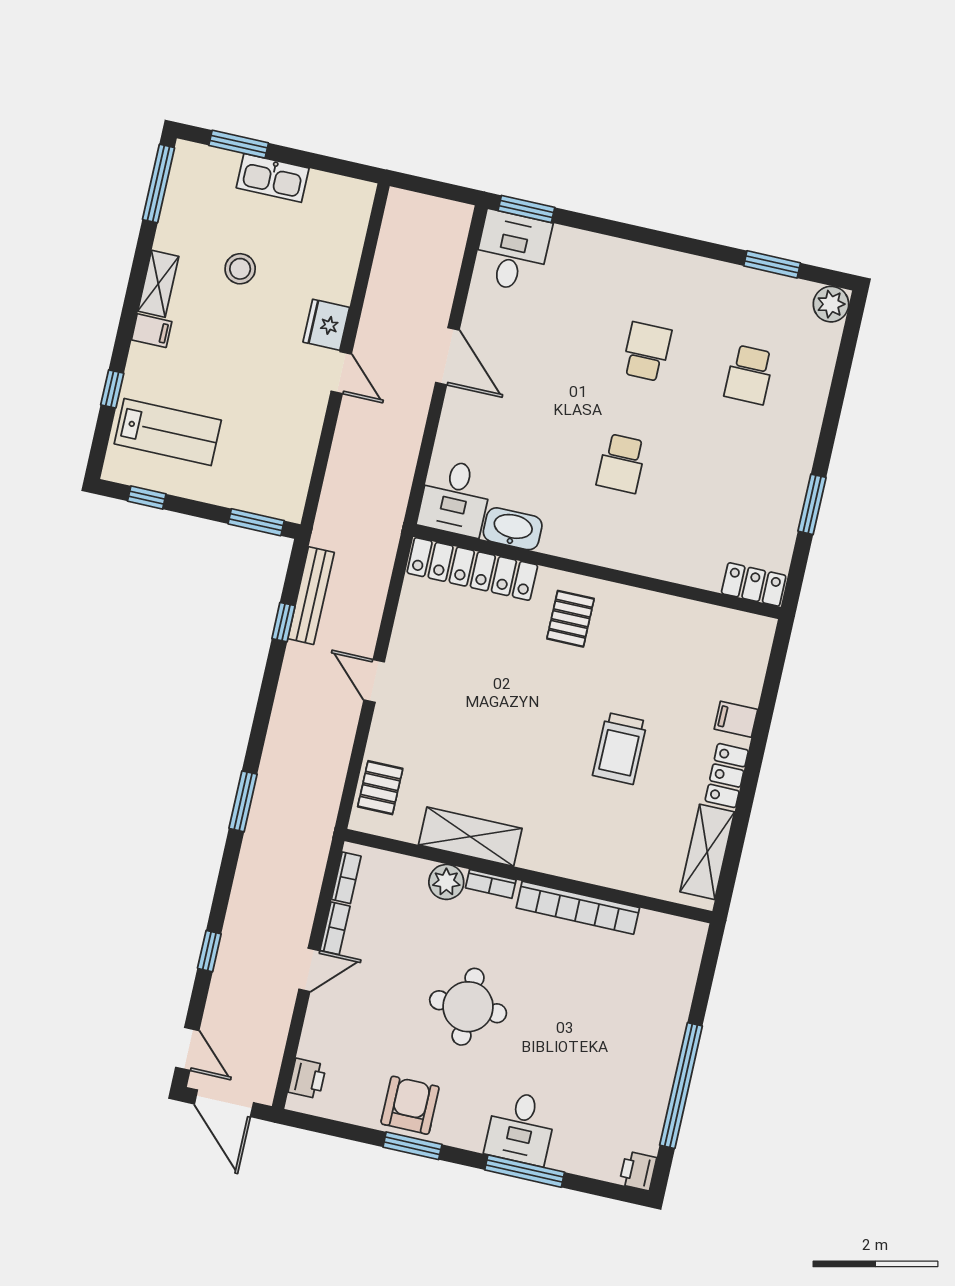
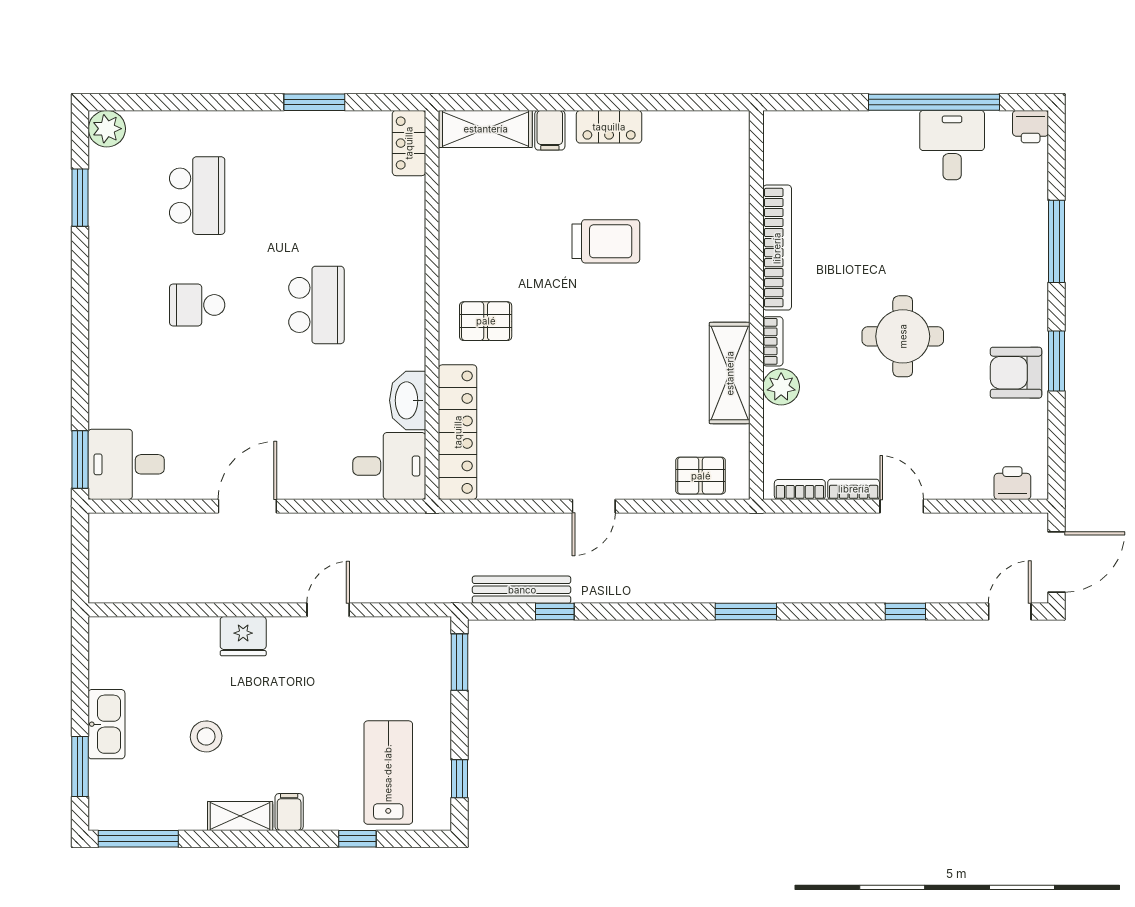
door: (341, 373) -> (328, 610), moved
school desk: (749, 375) -> (197, 196), width x1.85
school desk: (621, 463) -> (316, 305), width x1.85
shelving: (707, 852) -> (486, 129), moved
desk: (521, 1128) -> (952, 145), moved, turned -90

